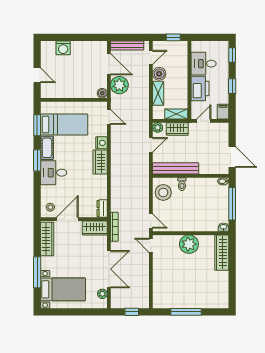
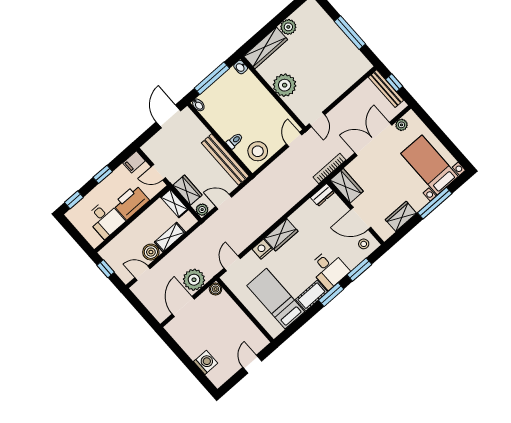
bench: (127, 46) -> (386, 89), moved
window: (37, 125) -> (359, 270), moved
wardrobe: (47, 239) -> (401, 216), width x0.67
plant: (222, 278) -> (288, 27), added

